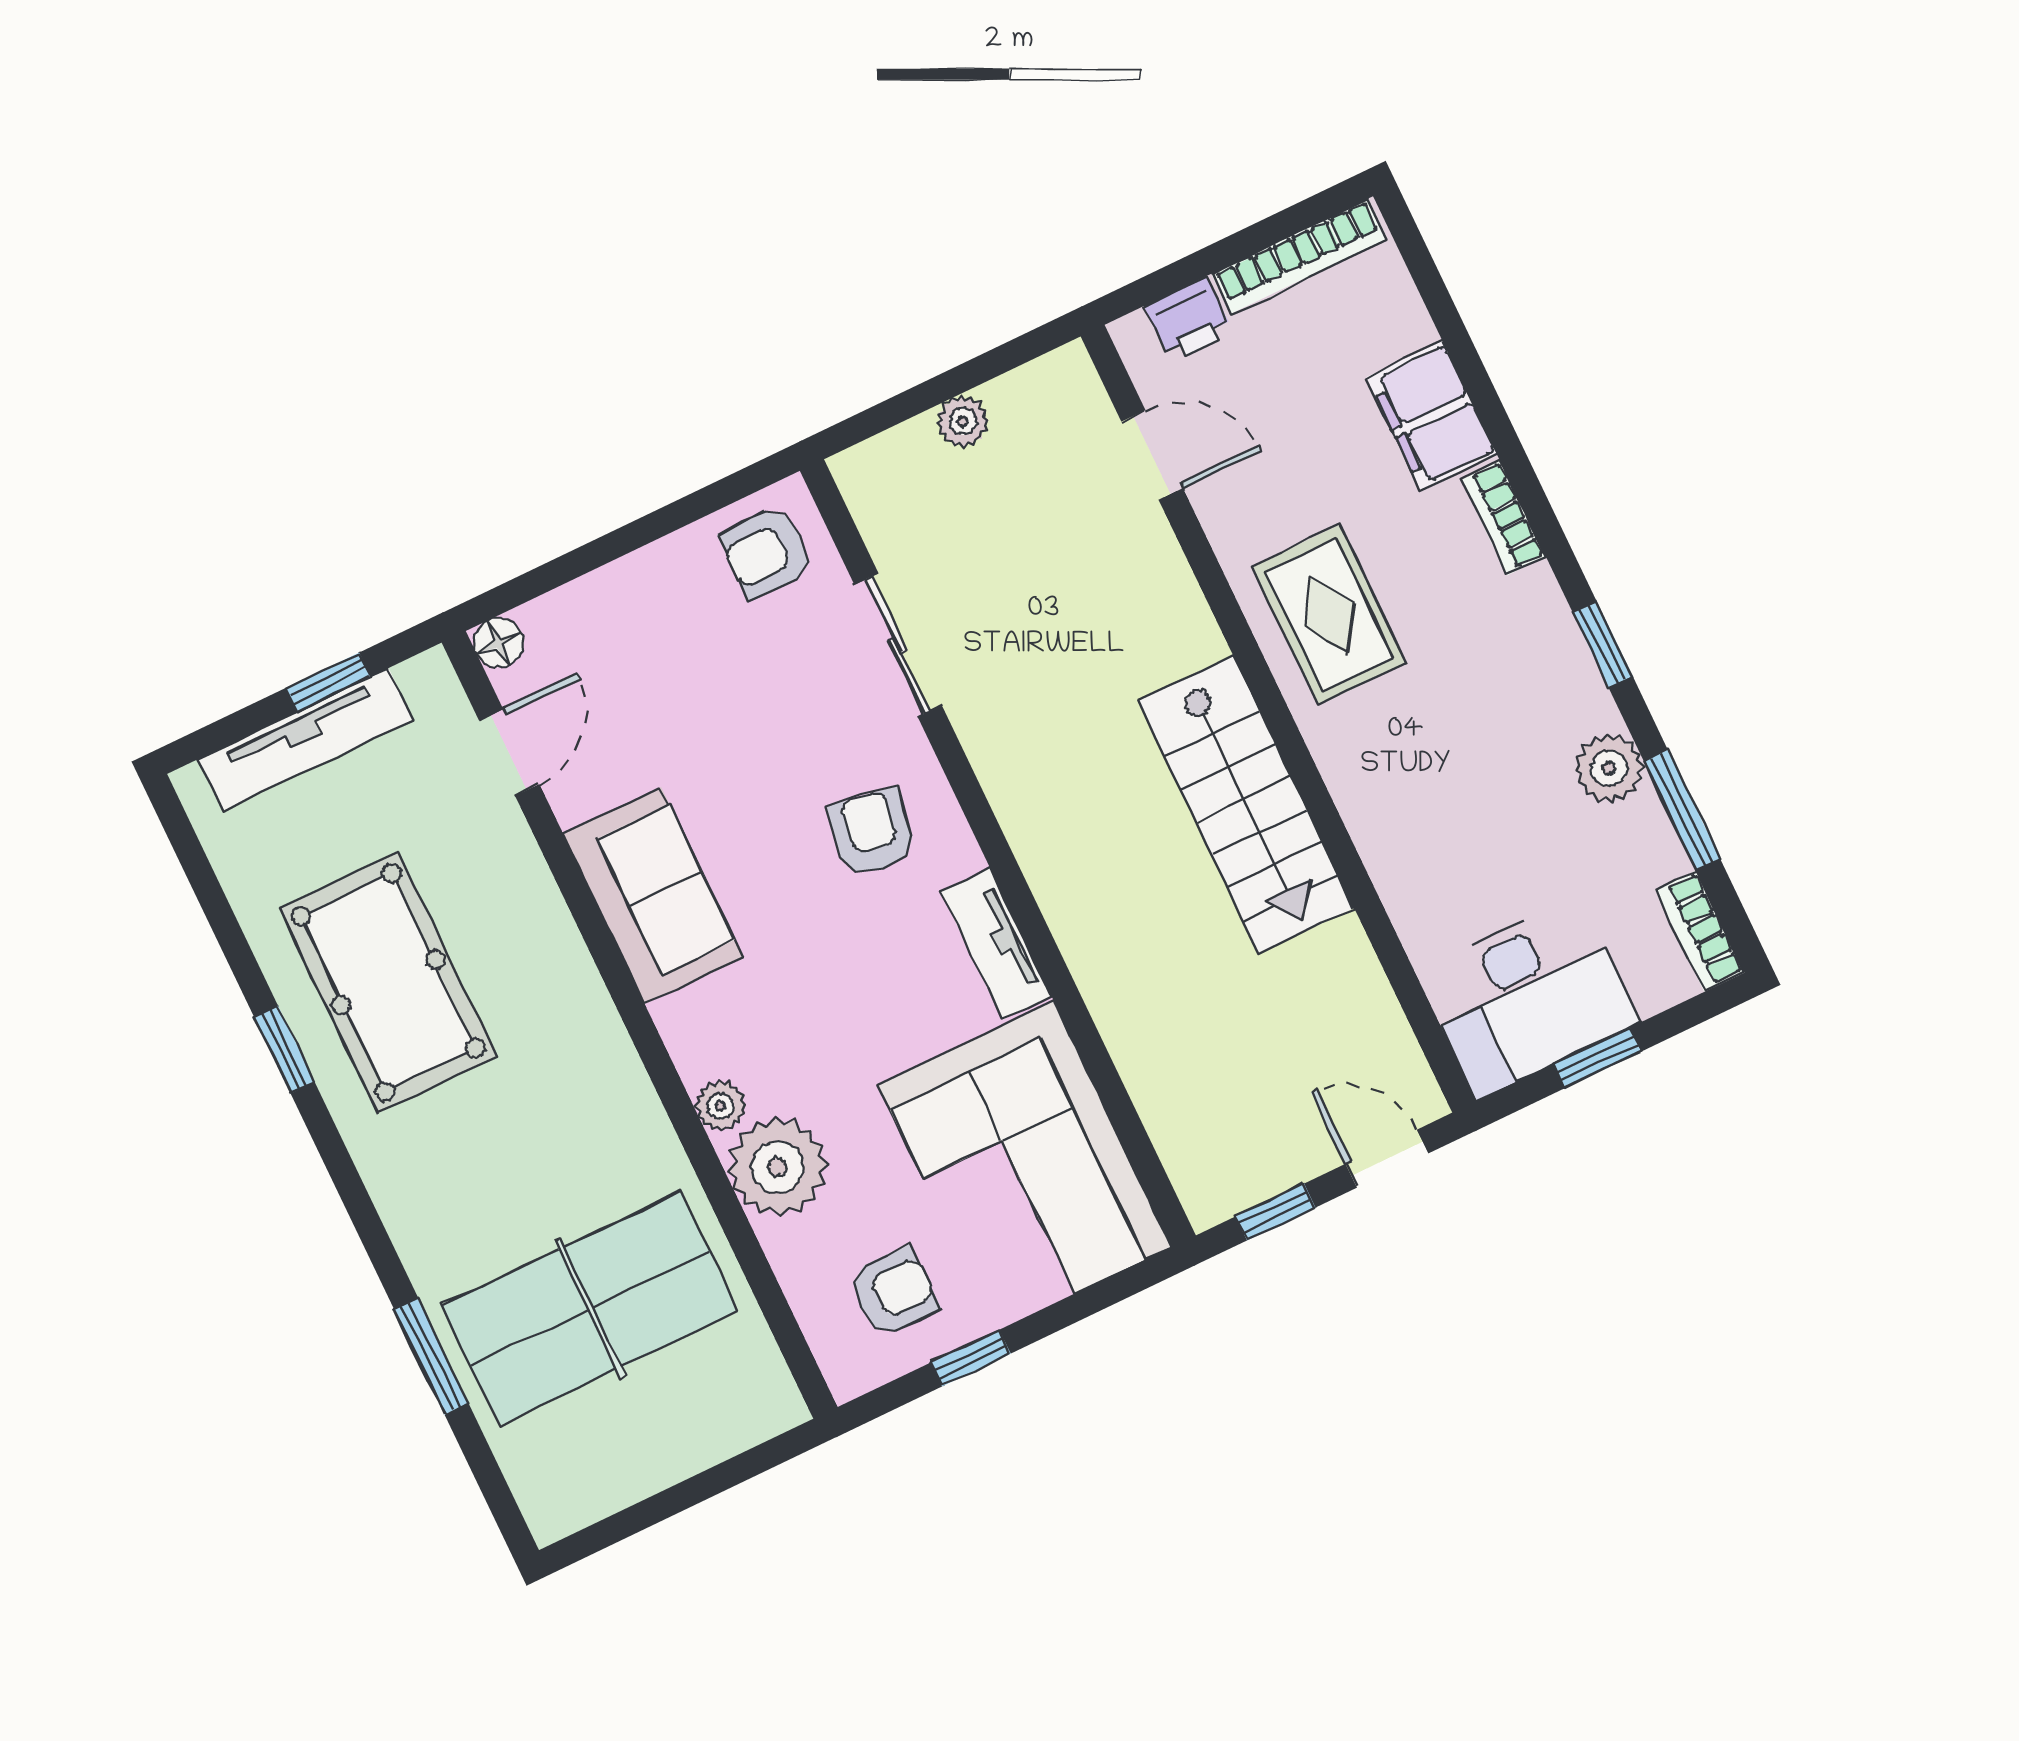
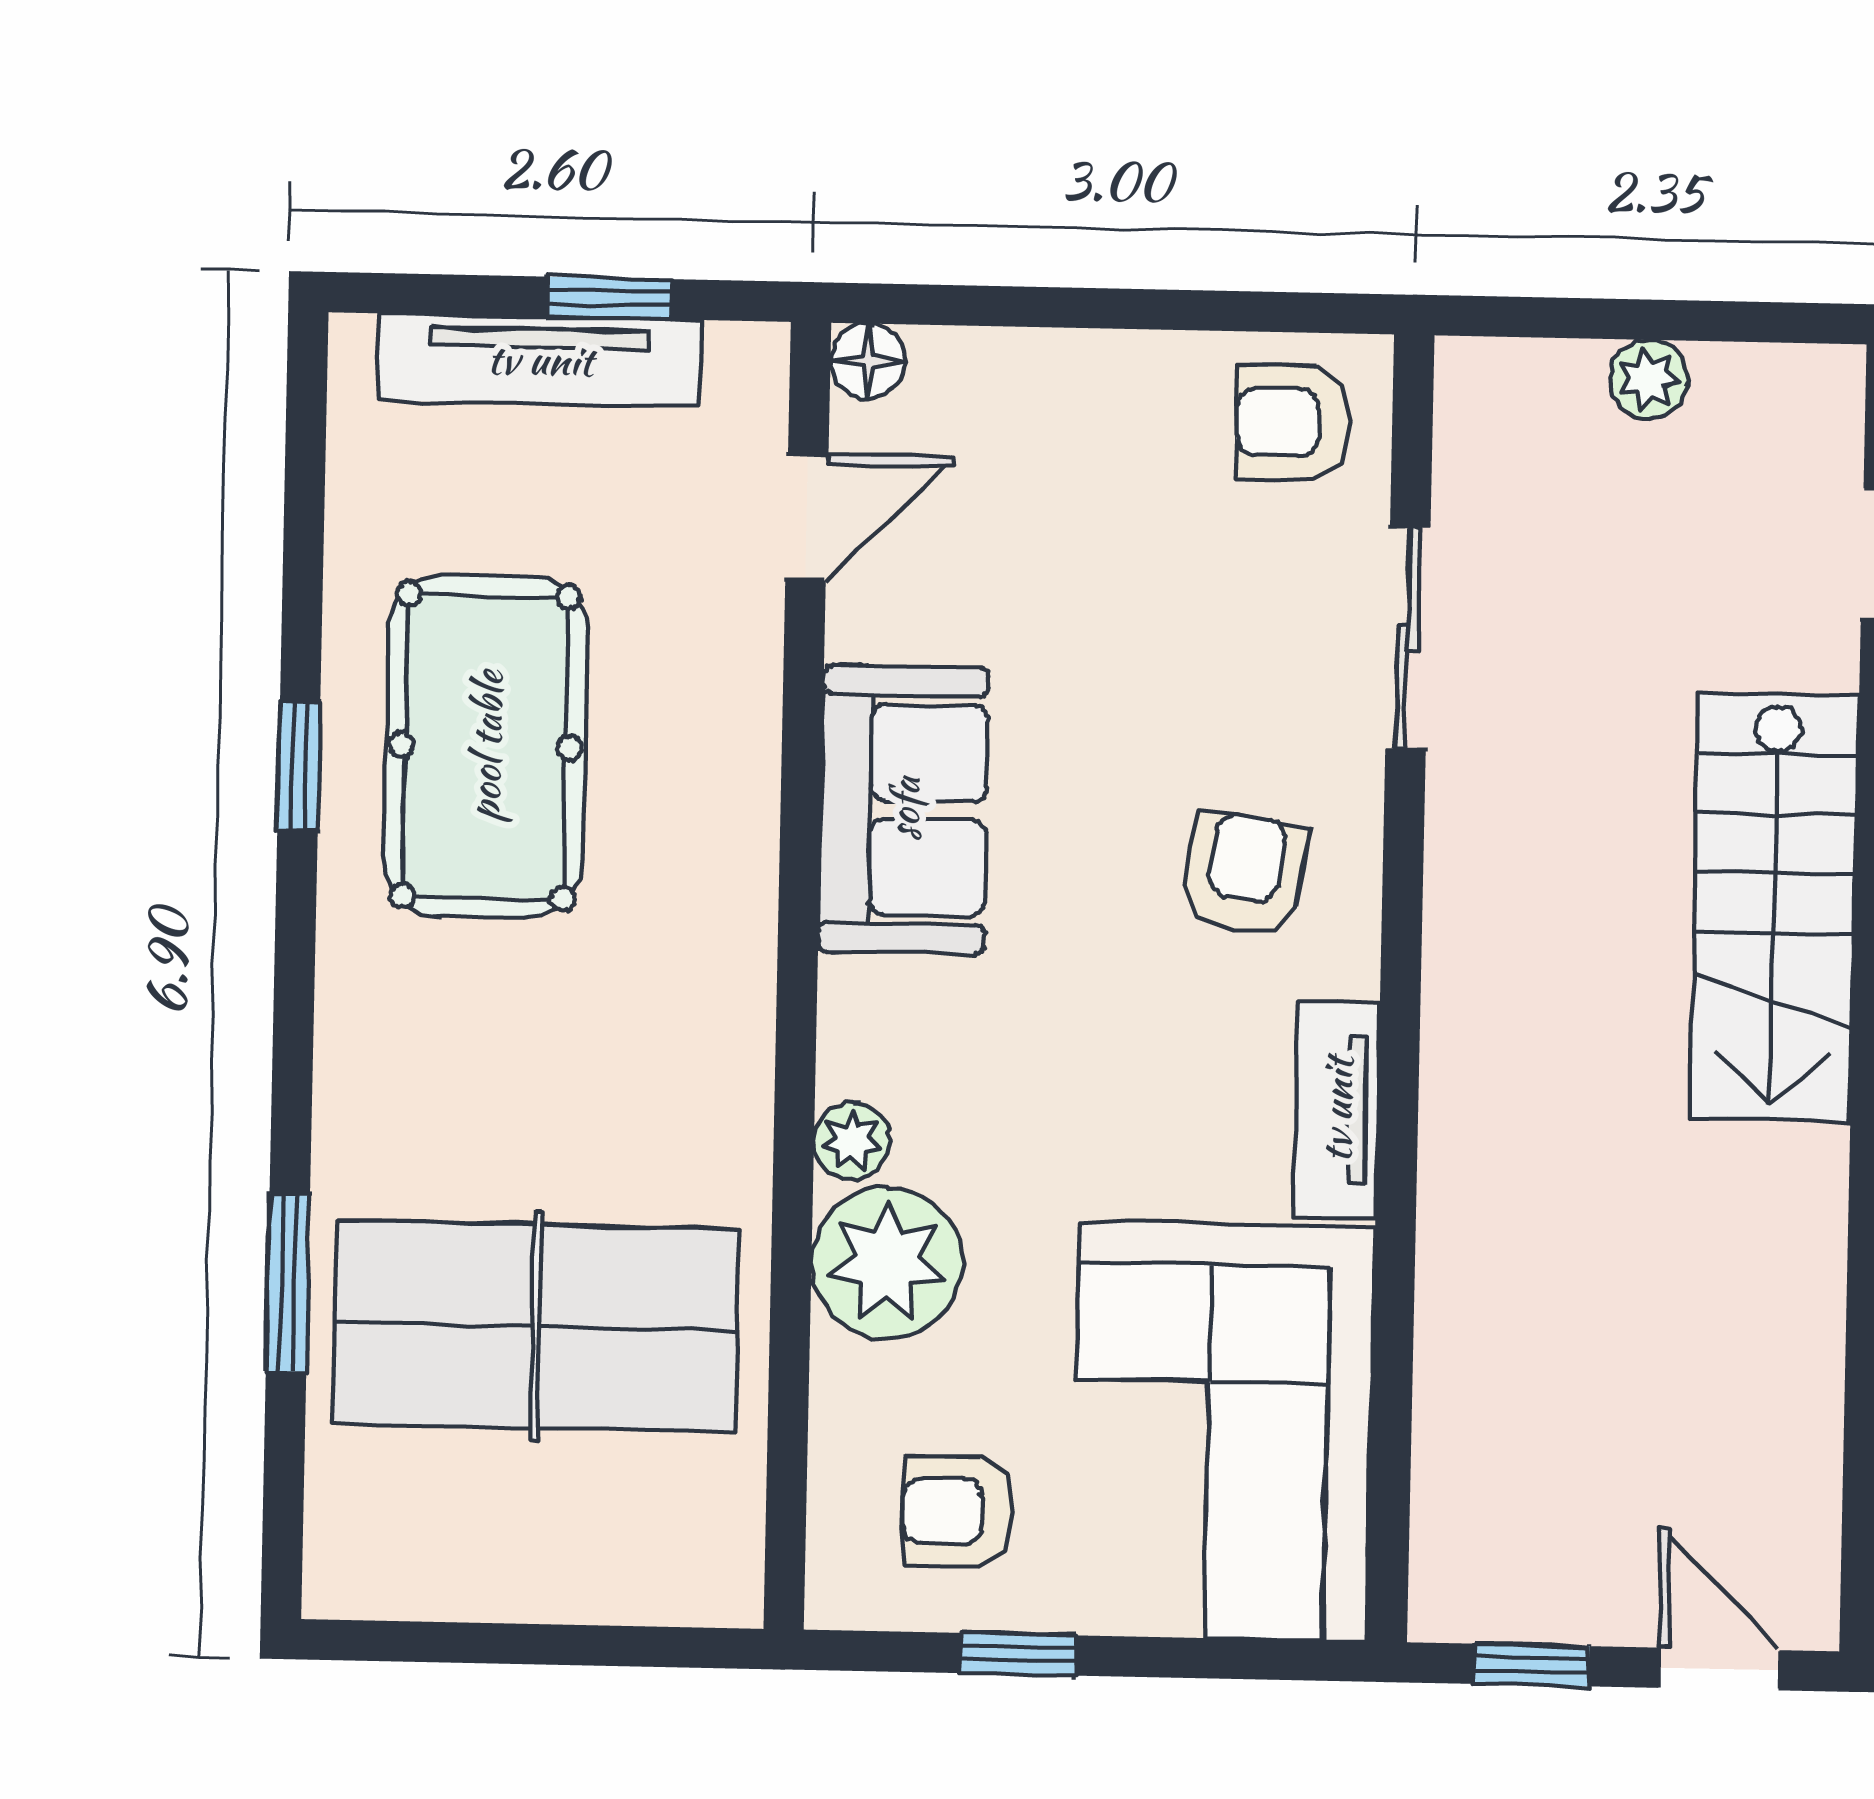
stairs: (1246, 804) -> (1774, 908), moved
armchair: (893, 1292) -> (958, 1511), turned 180

